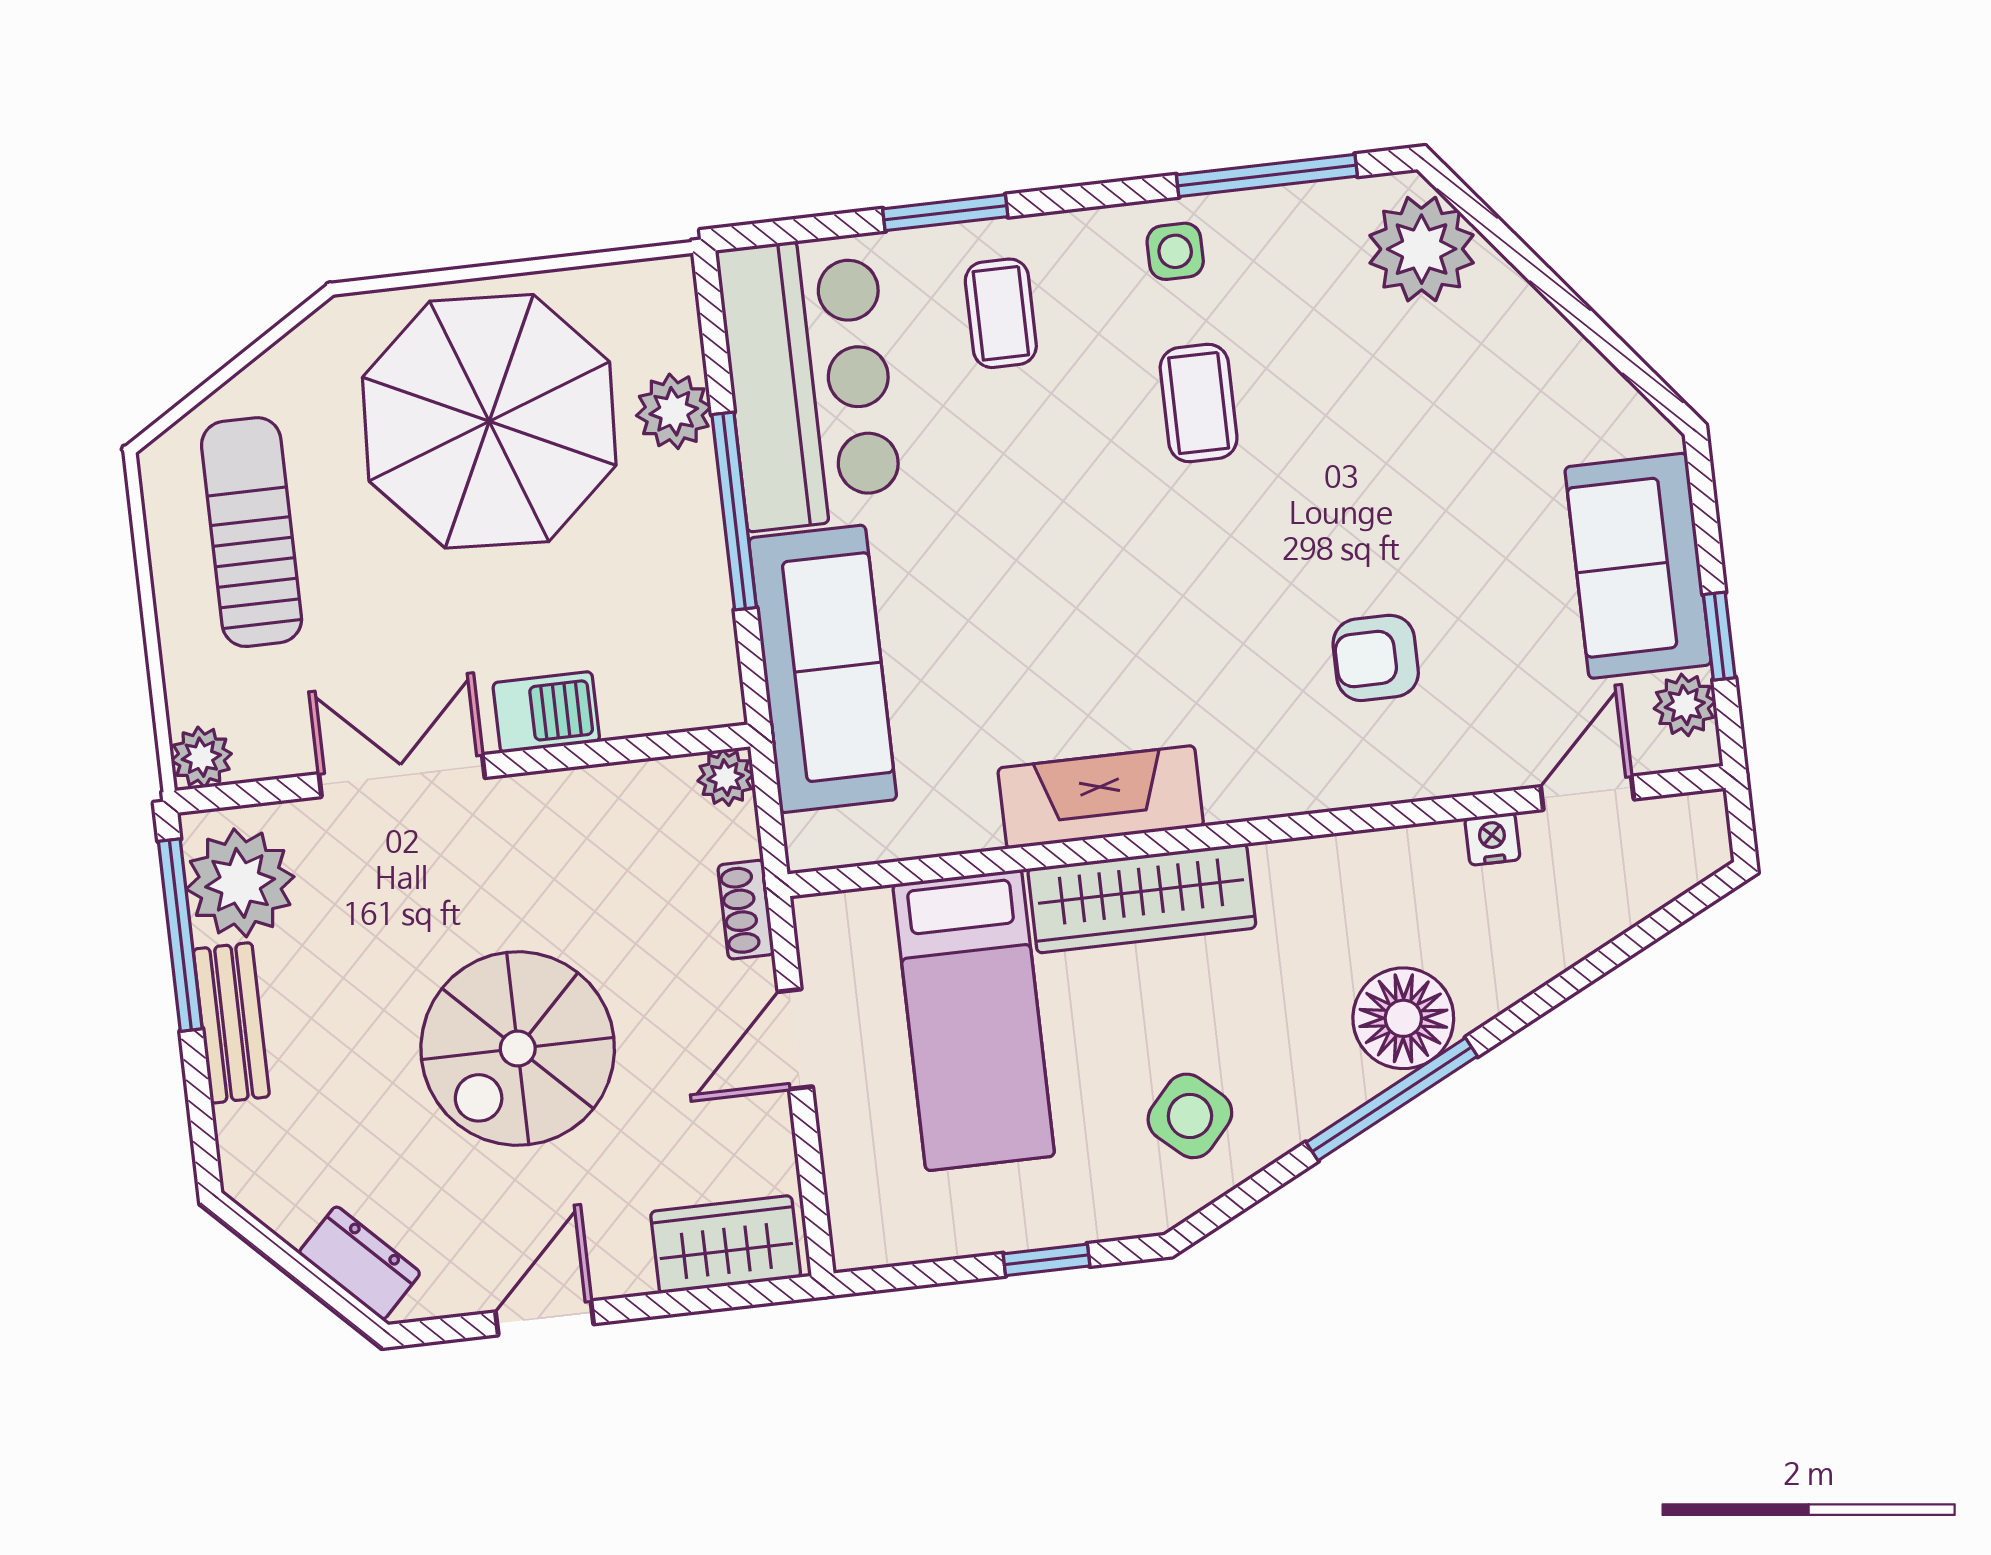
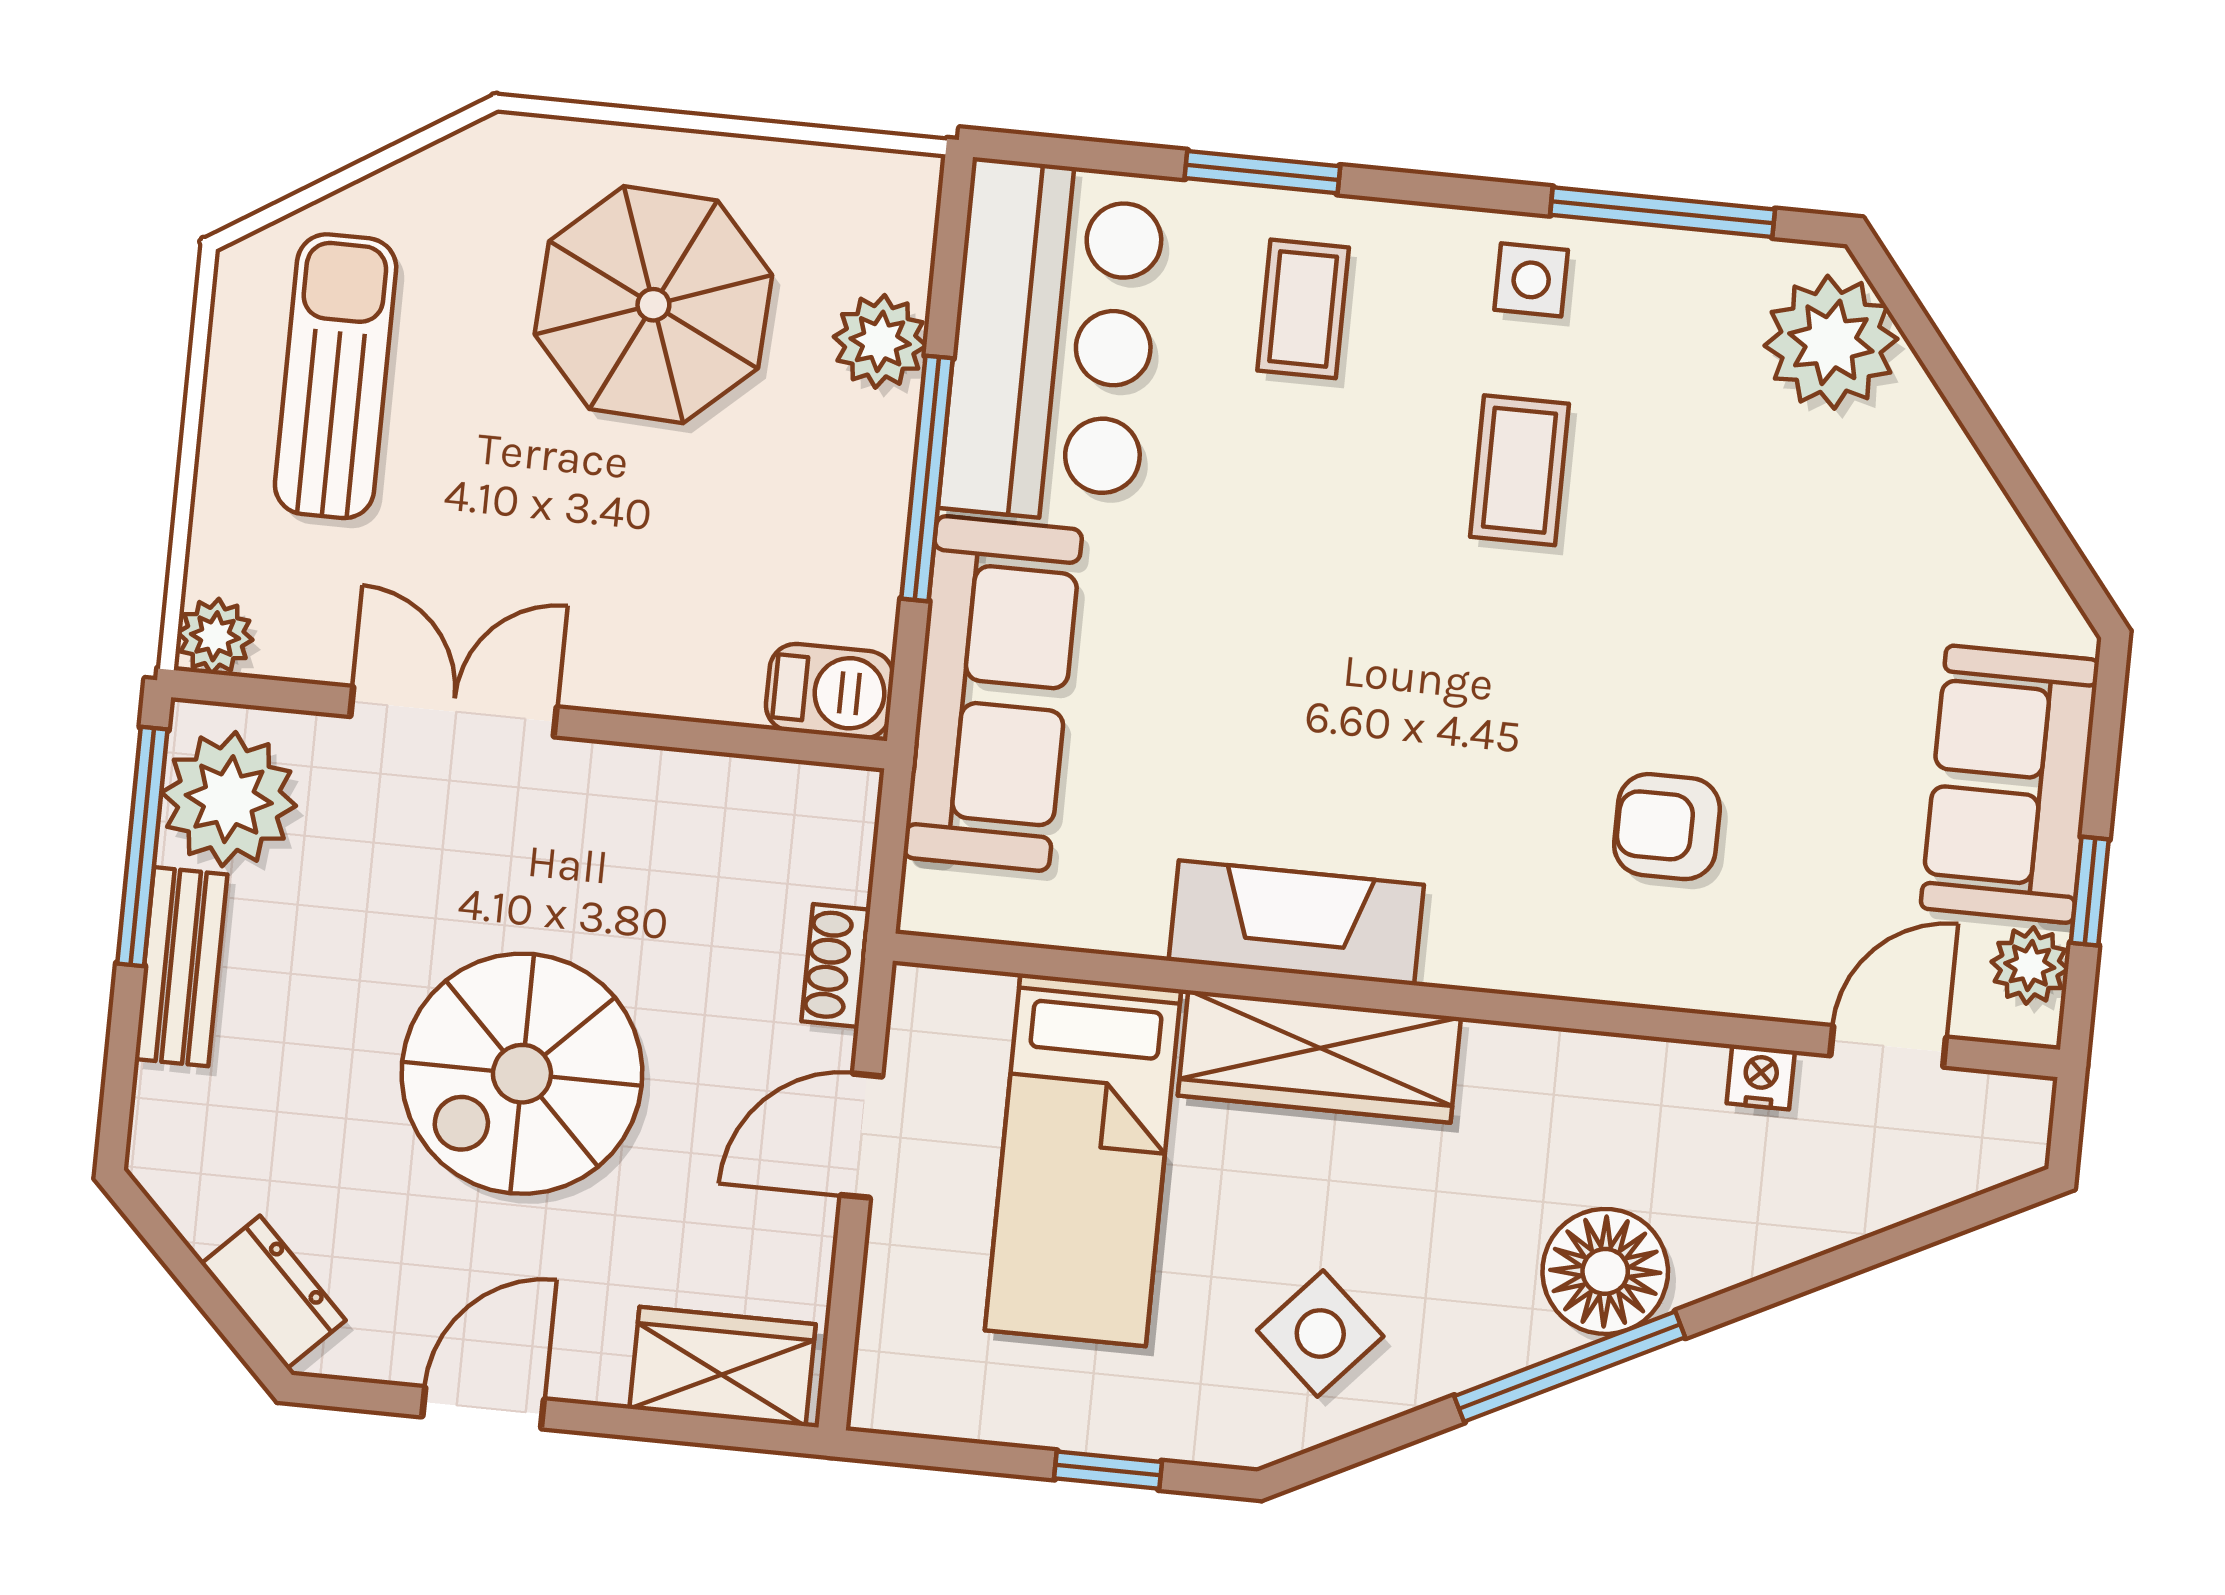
parasol: (489, 421) -> (653, 305), width x0.73, depth x0.73
barbecue: (546, 712) -> (830, 691), moved
plant: (726, 778) -> (846, 800), removed

